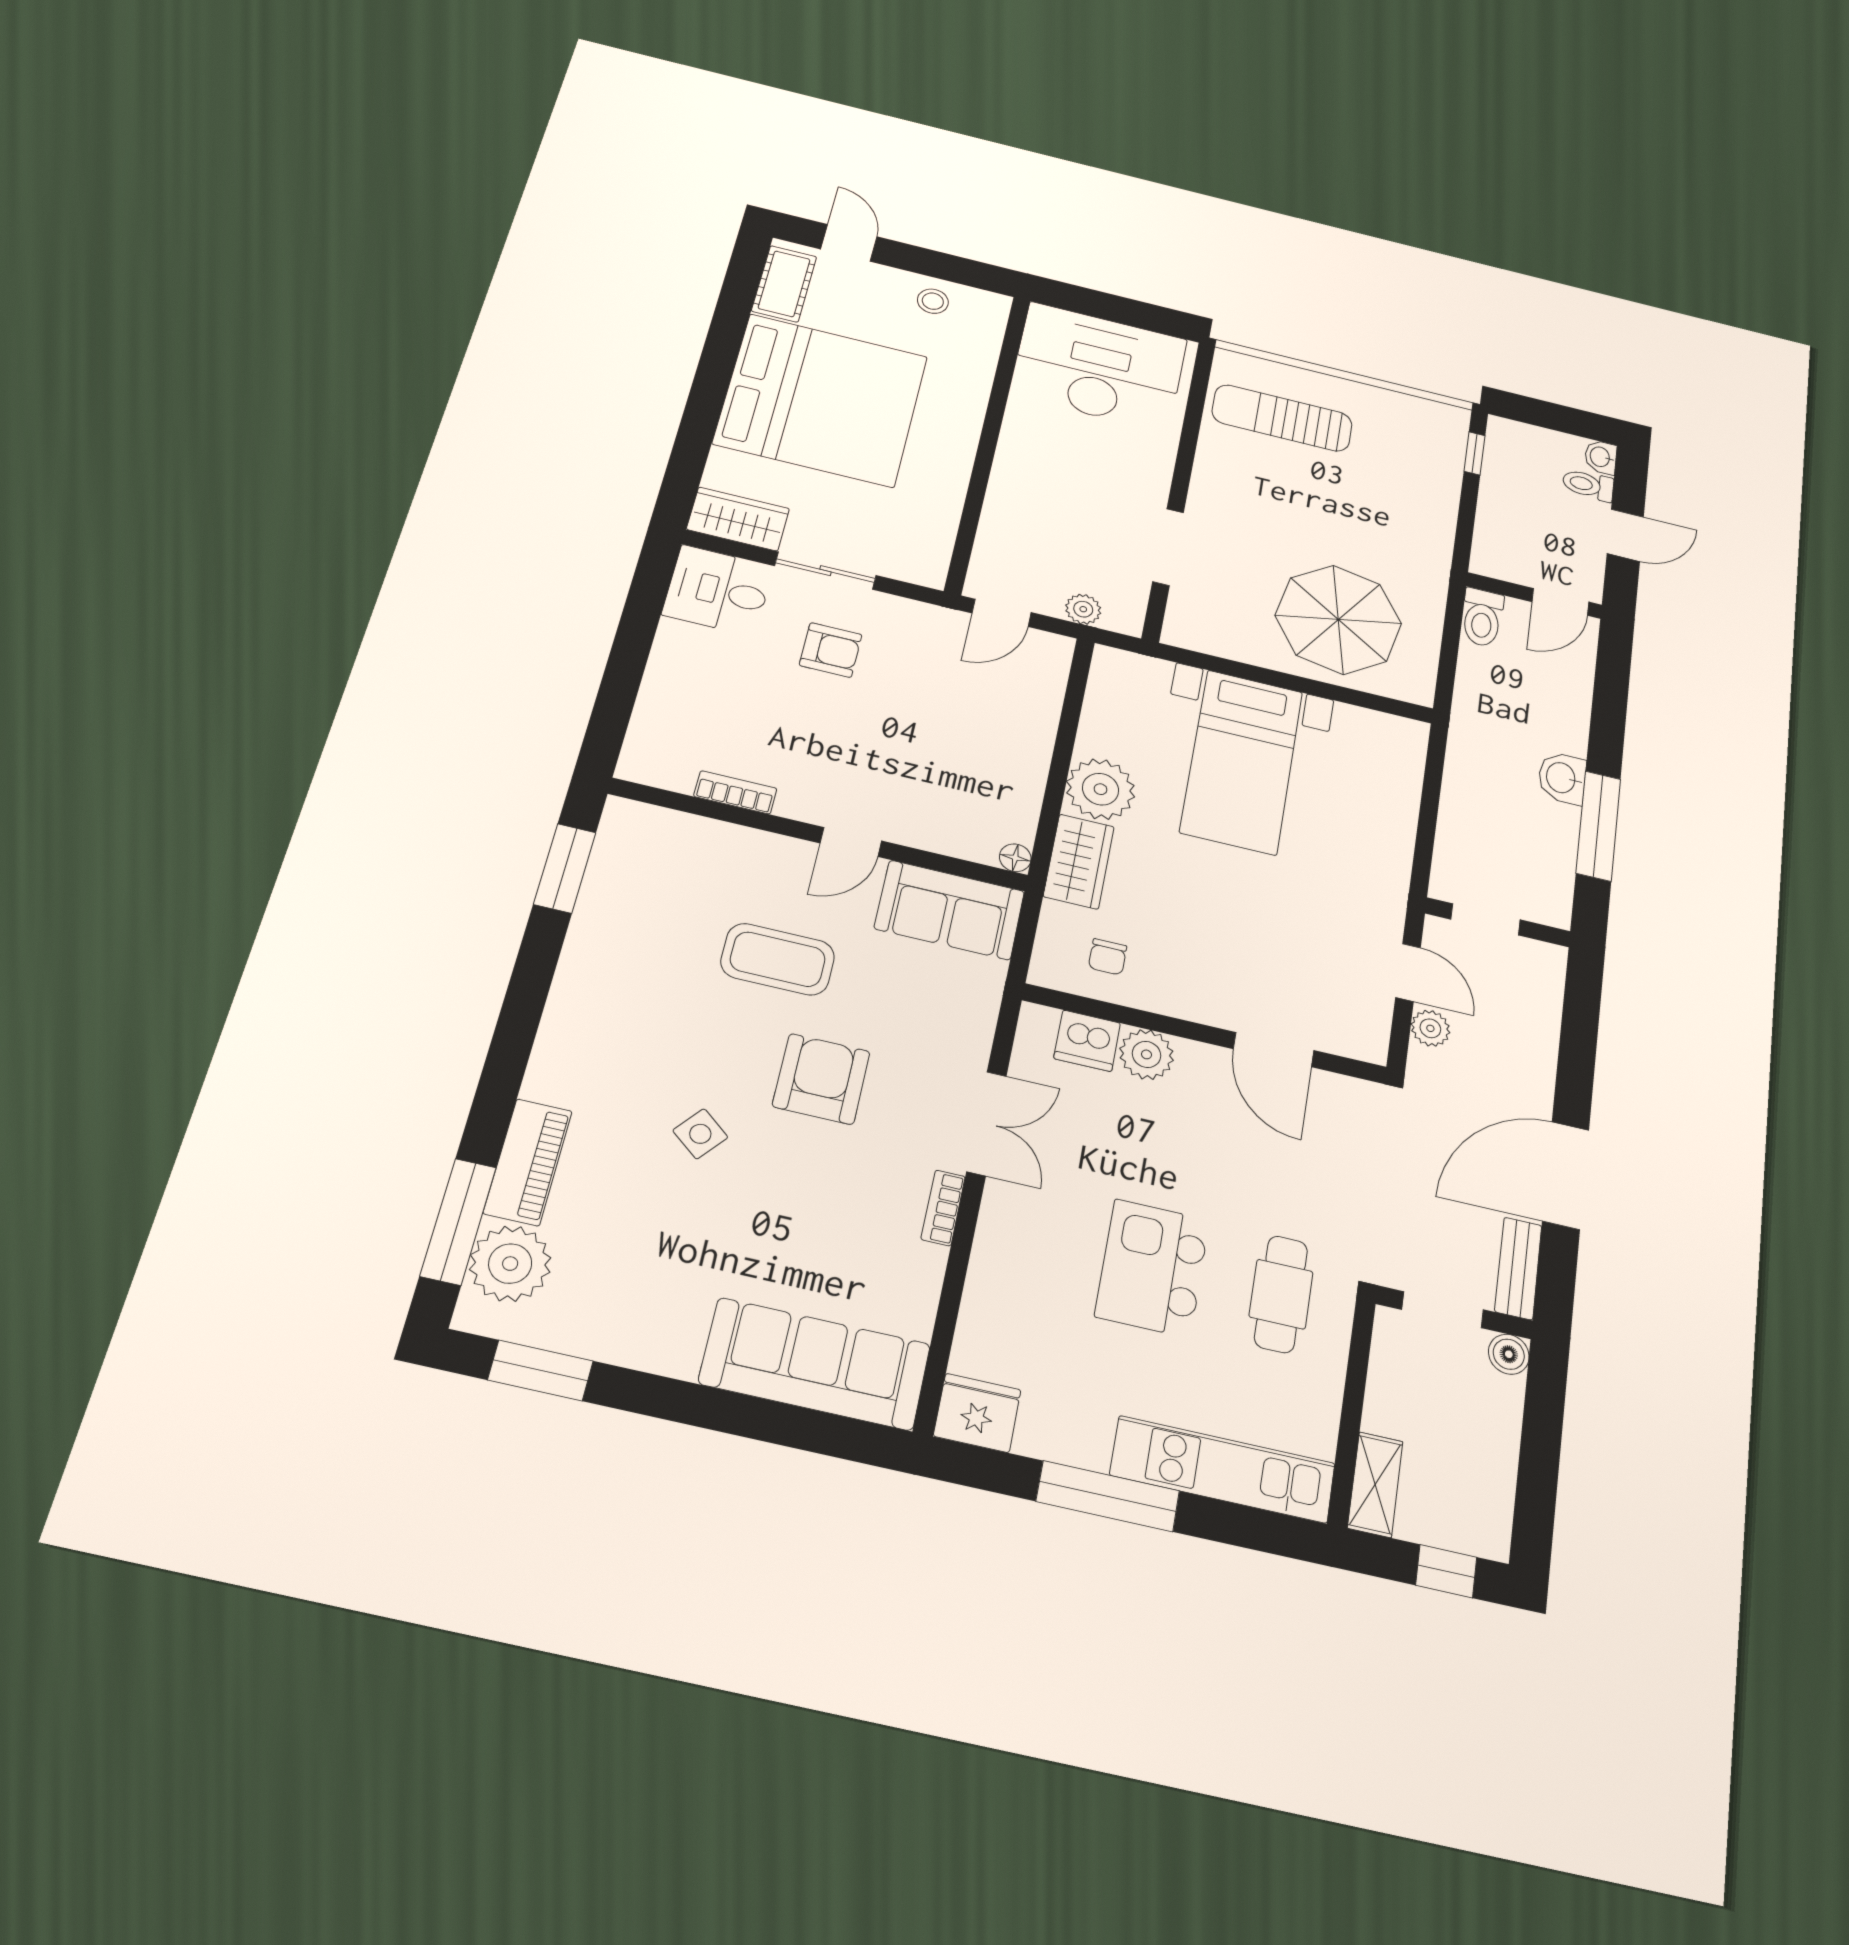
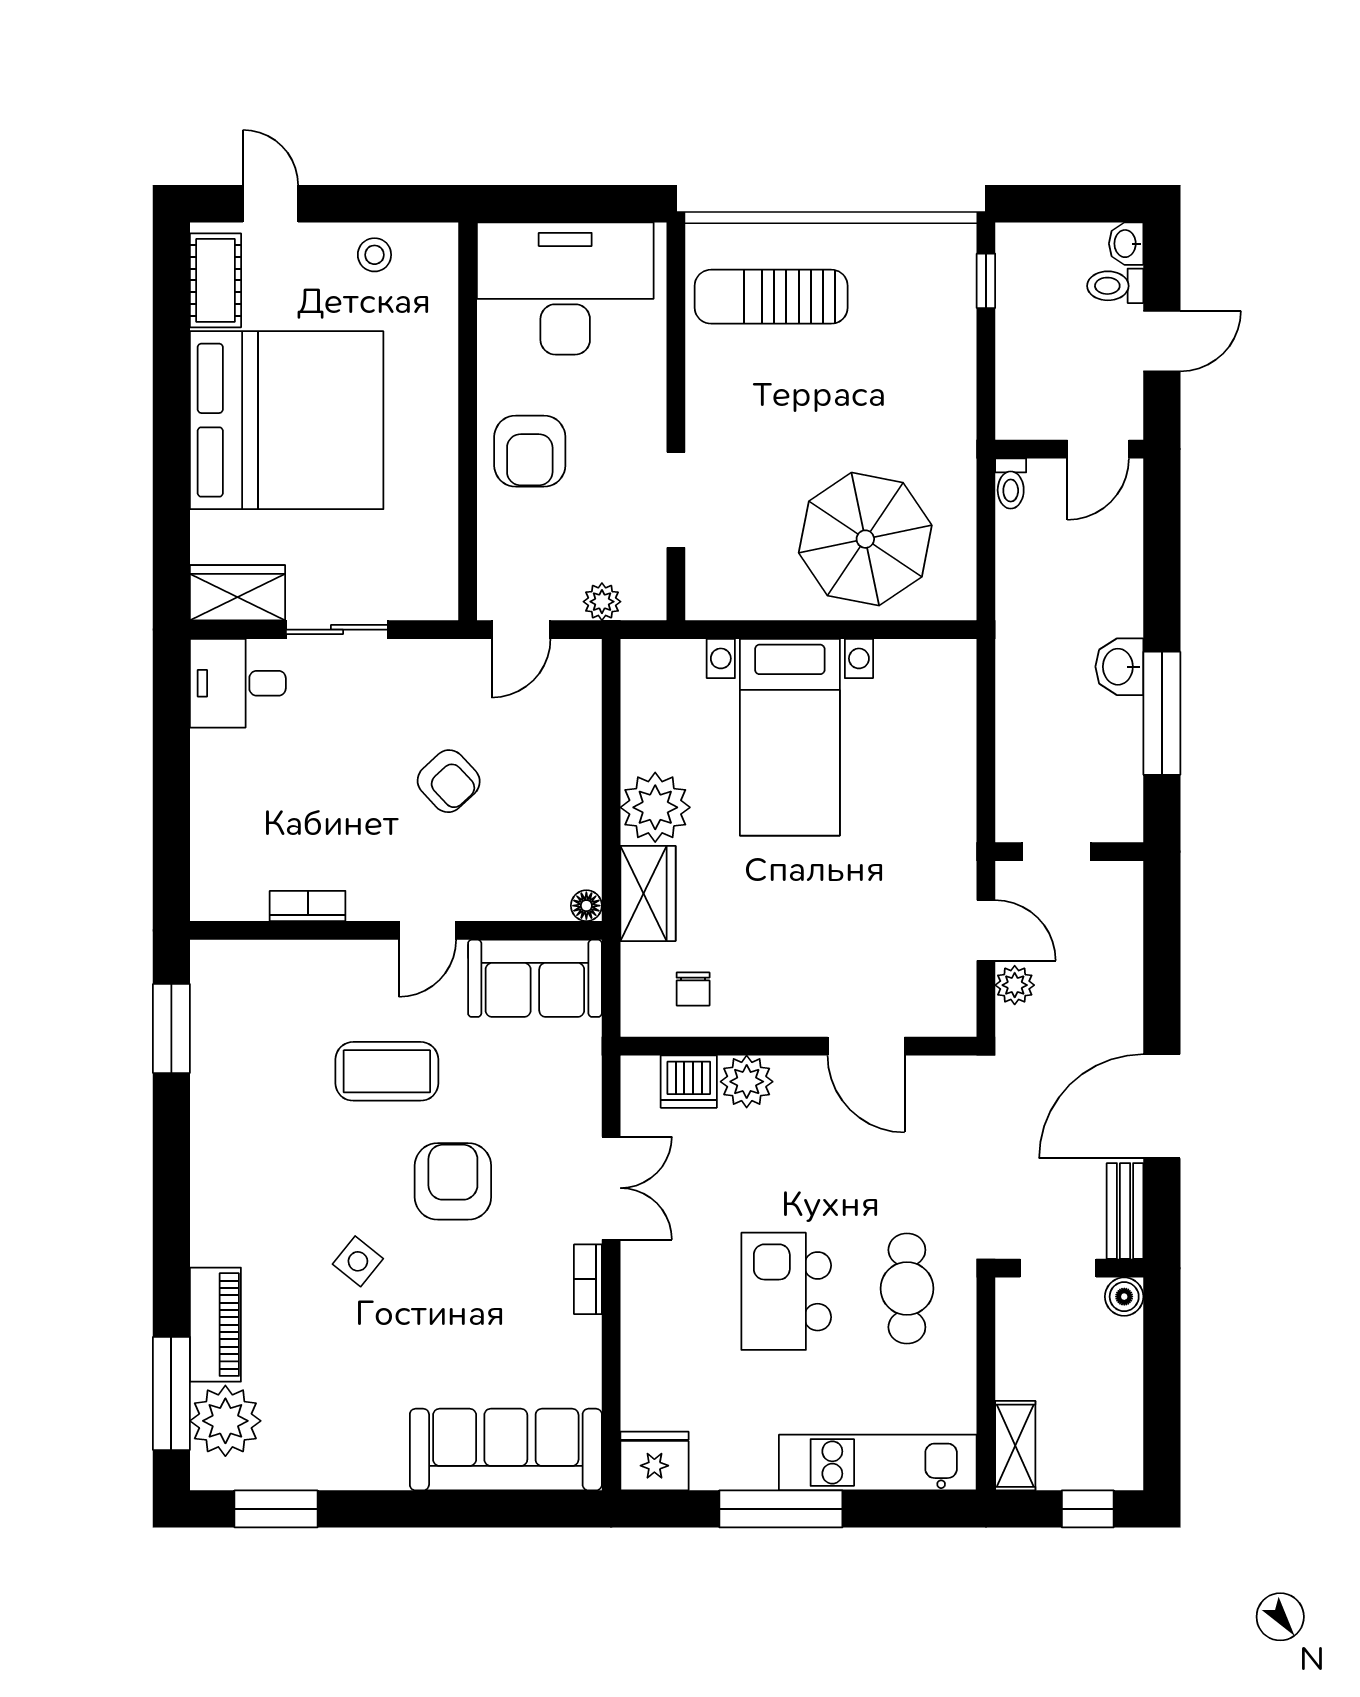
armchair: (1040, 478) -> (530, 451), added
toilet: (1482, 618) -> (1011, 483), width x0.73, depth x0.72
armchair: (831, 650) -> (449, 781), moved, turned 47

